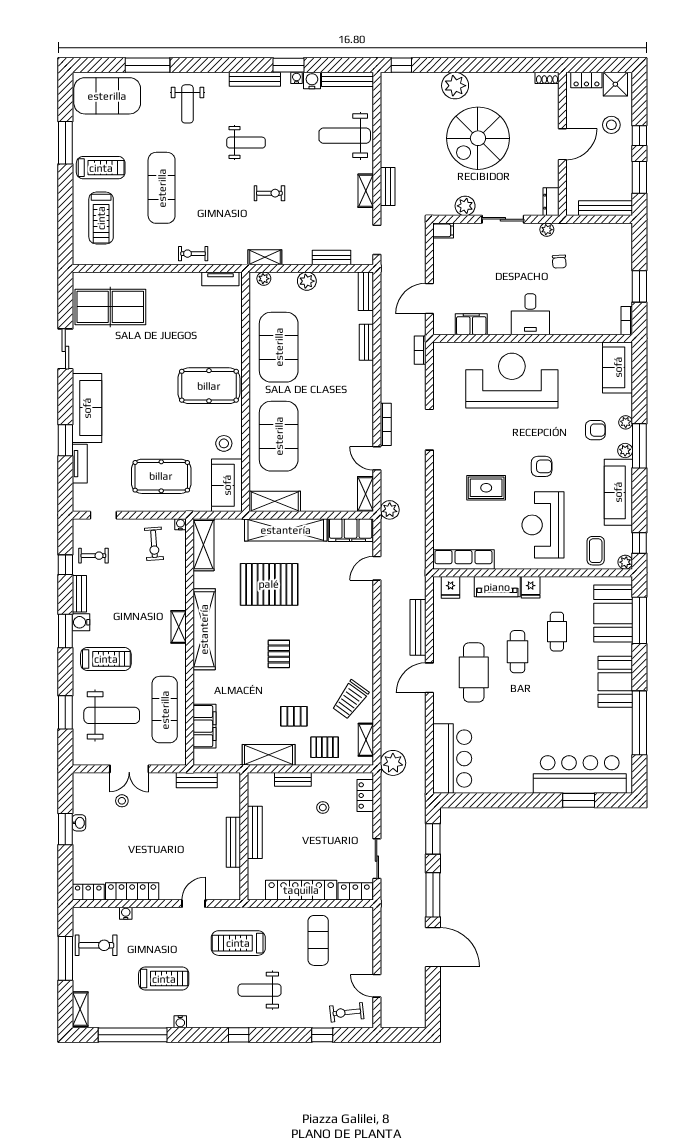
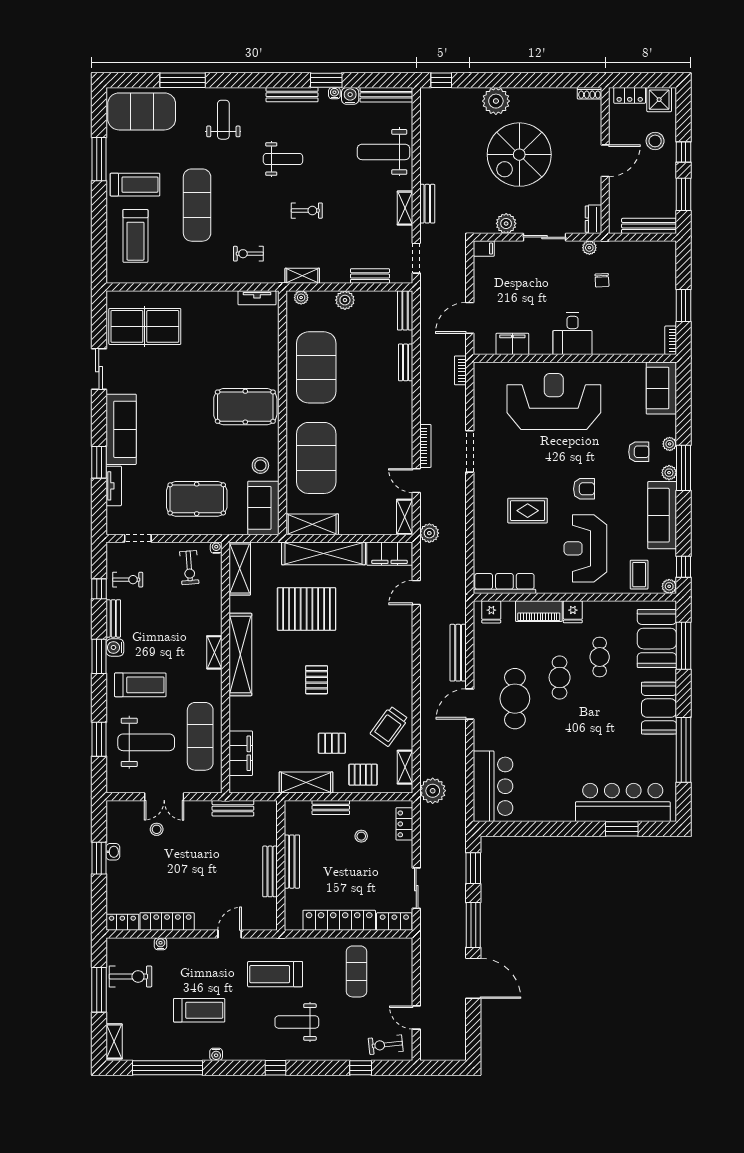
weight bench: (187, 104) -> (223, 120), turned 180
exercise bike: (193, 254) -> (248, 254), moved

